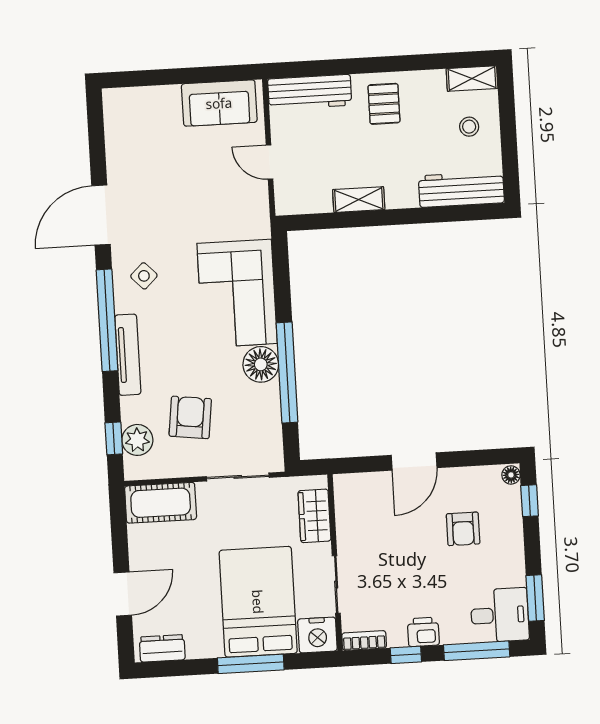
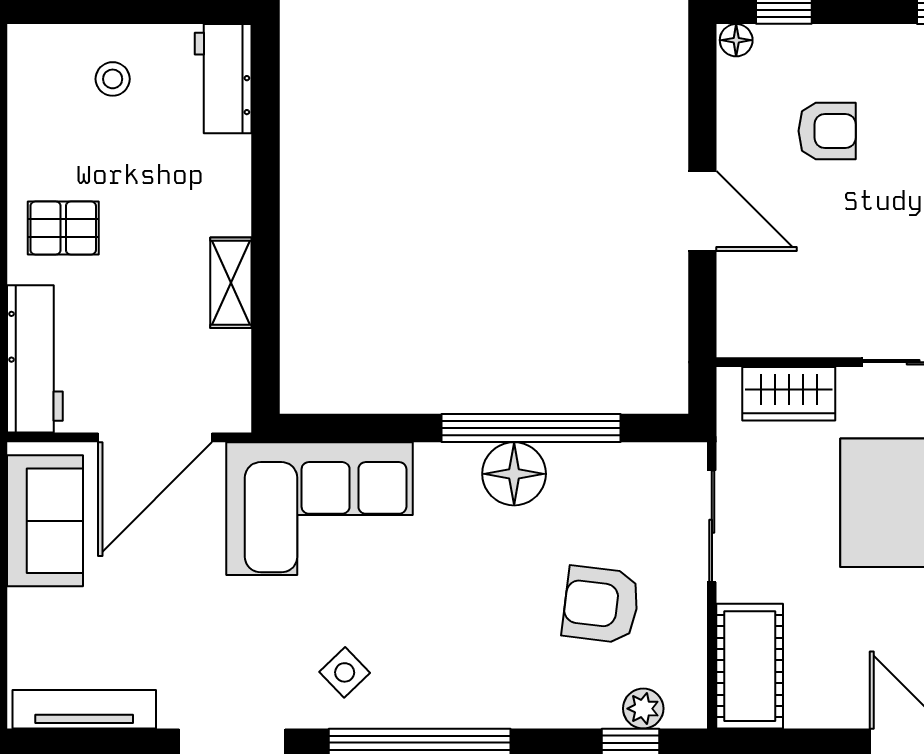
shelving: (472, 79) -> (27, 69), removed
door: (270, 162) -> (155, 437), width x1.88
workbench: (461, 189) -> (223, 79), width x0.73
corner sofa: (237, 293) -> (320, 509), moved
tv unit: (128, 355) -> (84, 709), moved
plant: (137, 440) -> (643, 709), width x0.73, depth x0.73

